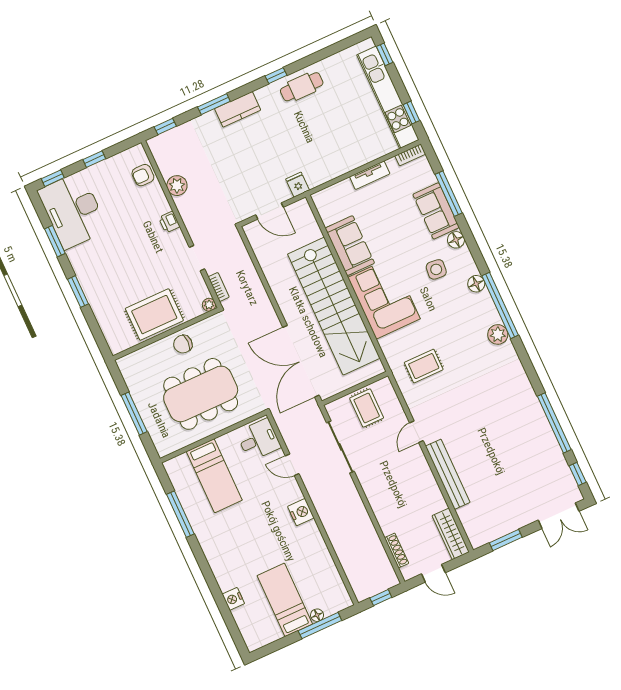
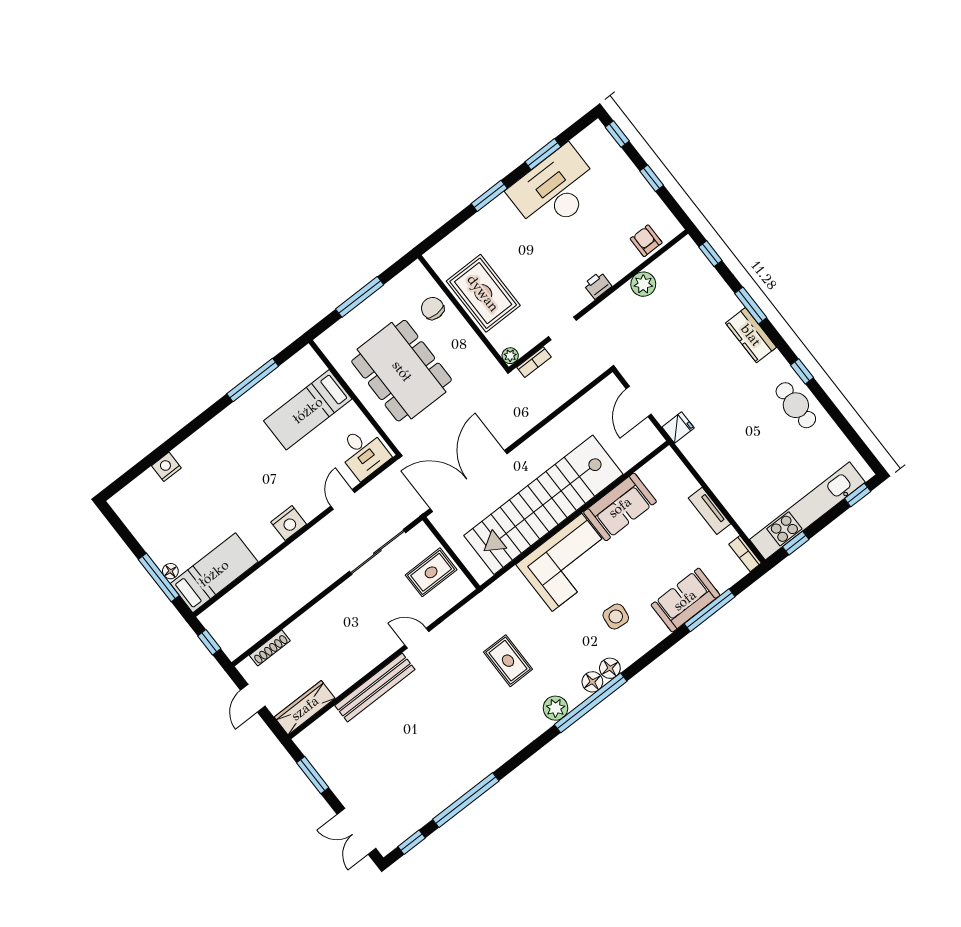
desk: (73, 210) -> (555, 190), moved
floor lamp: (456, 240) -> (592, 682), moved
chair: (183, 344) -> (433, 308), moved
rug: (424, 366) -> (508, 661), moved
bed: (285, 600) -> (214, 573), moved

